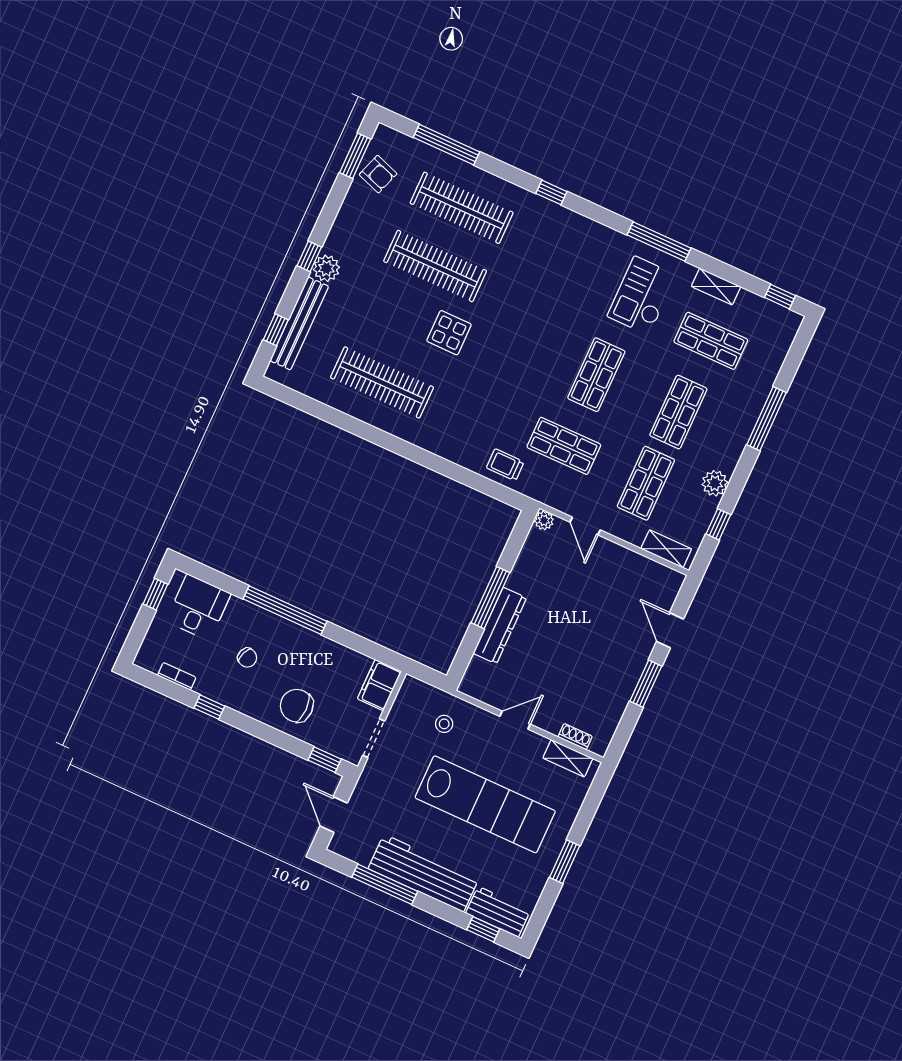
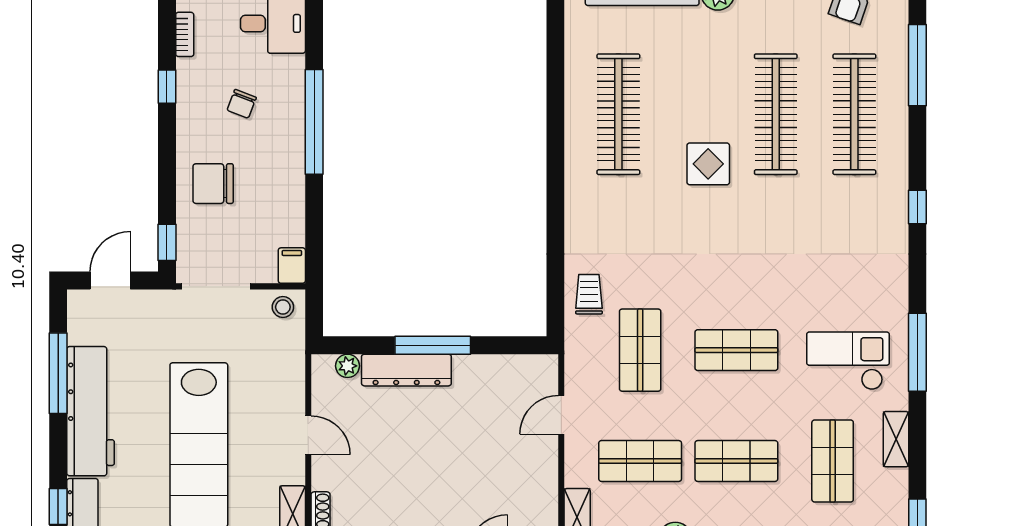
plant: (544, 520) -> (348, 366), moved
filing cabinet: (379, 685) -> (292, 266), width x0.50
chair: (297, 706) -> (213, 184), turned -90
stool: (444, 724) -> (283, 307), moved
doorway: (374, 738) -> (216, 286), width x1.38

